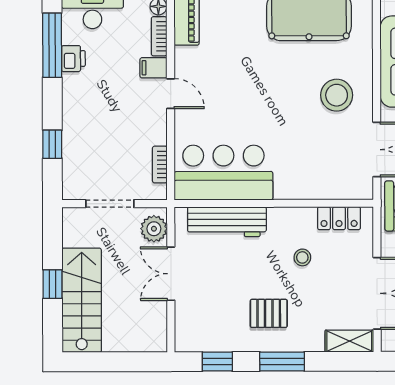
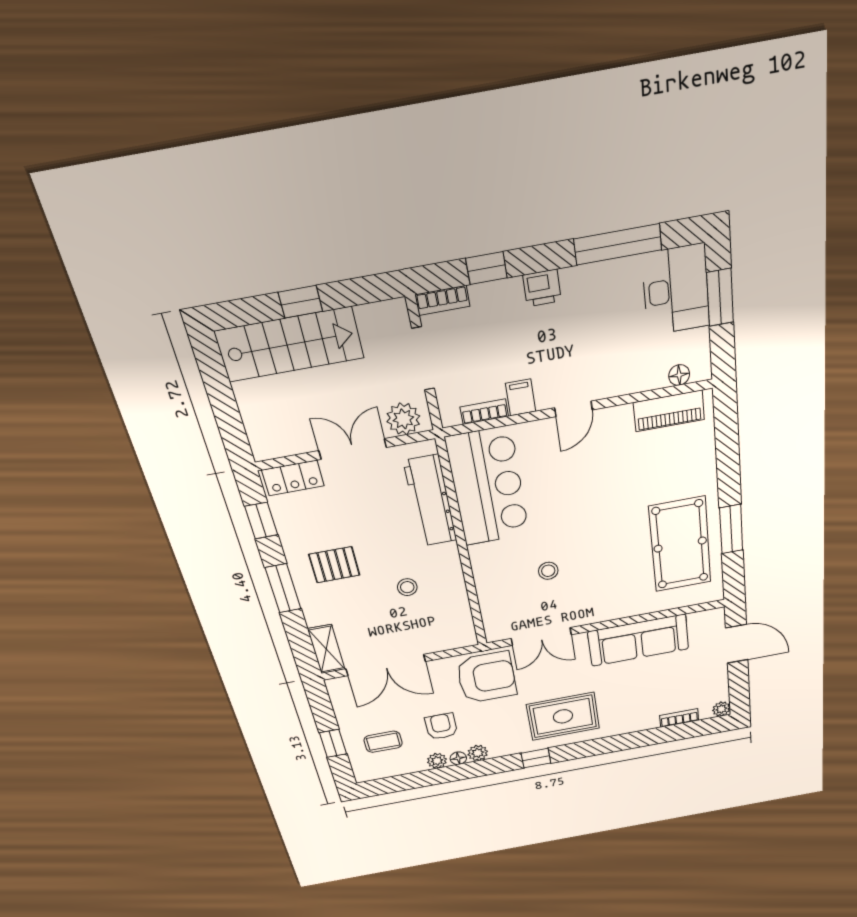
bookcase: (159, 36) -> (442, 300), moved, turned 180
printer: (73, 59) -> (542, 288), moved
filing cabinet: (153, 68) -> (521, 397), moved
stool: (337, 95) -> (548, 571), moved, width x0.53, depth x0.53
locker: (339, 218) -> (293, 478), moved, turned -90
pallet: (269, 313) -> (334, 565), turned 90

